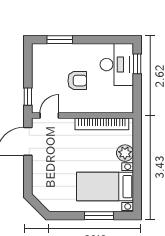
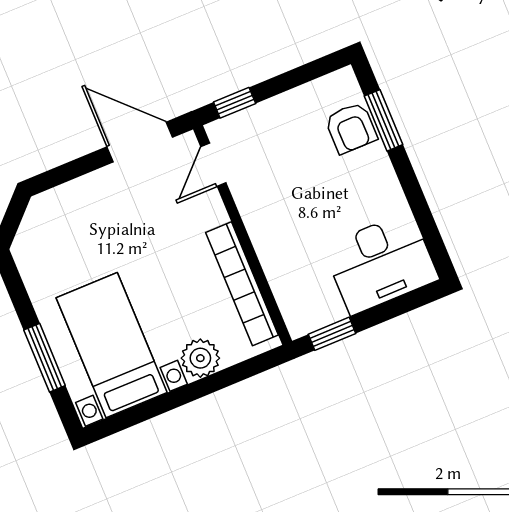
window: (137, 64) -> (332, 334), moved
armchair: (77, 81) -> (351, 128), moved
door: (49, 115) -> (213, 165), swing flipped

